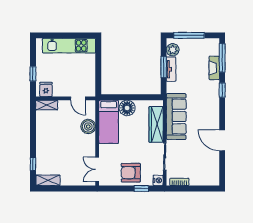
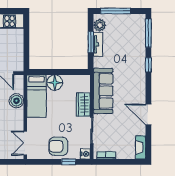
fireplace: (214, 68) -> (141, 147), moved
wardrobe: (156, 124) -> (83, 105), width x0.67

